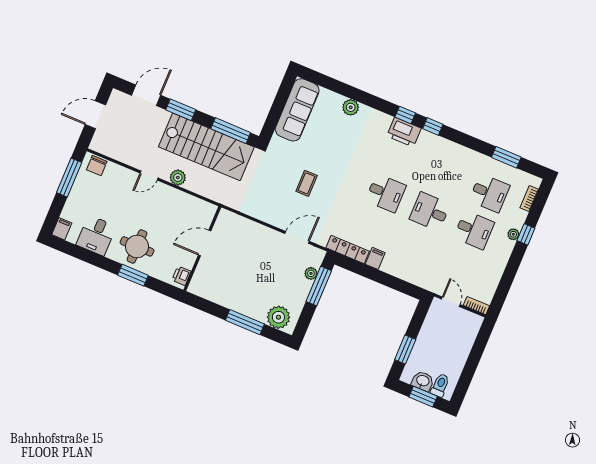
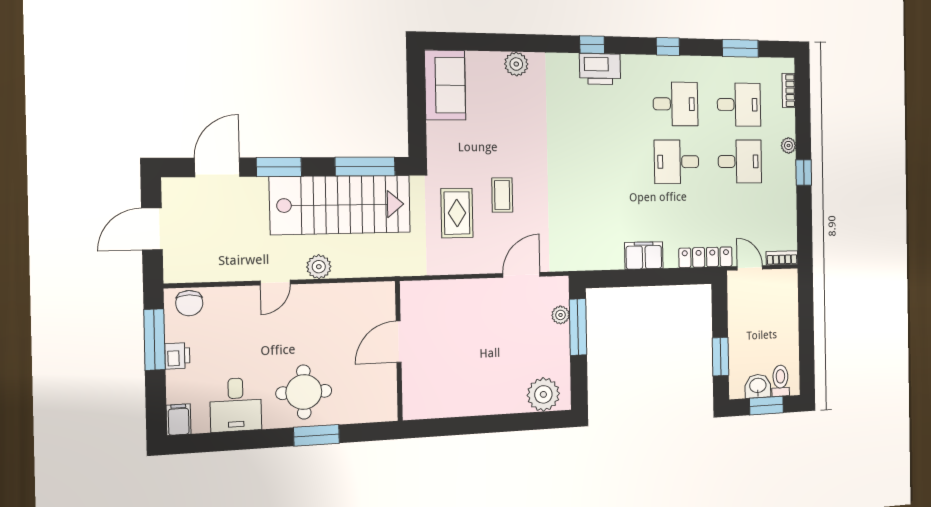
sofa: (297, 110) -> (445, 85), width x0.73
window: (433, 126) -> (668, 47), moved
rug: (274, 182) -> (457, 213), added
desk: (386, 193) -> (676, 104), moved
window: (526, 234) -> (804, 173), moved
locker: (348, 250) -> (706, 257), moved
filing cabinet: (375, 258) -> (644, 255), width x2.00
printer: (181, 276) -> (177, 356), moved, turned 180
window: (245, 322) -> (502, 423), removed

